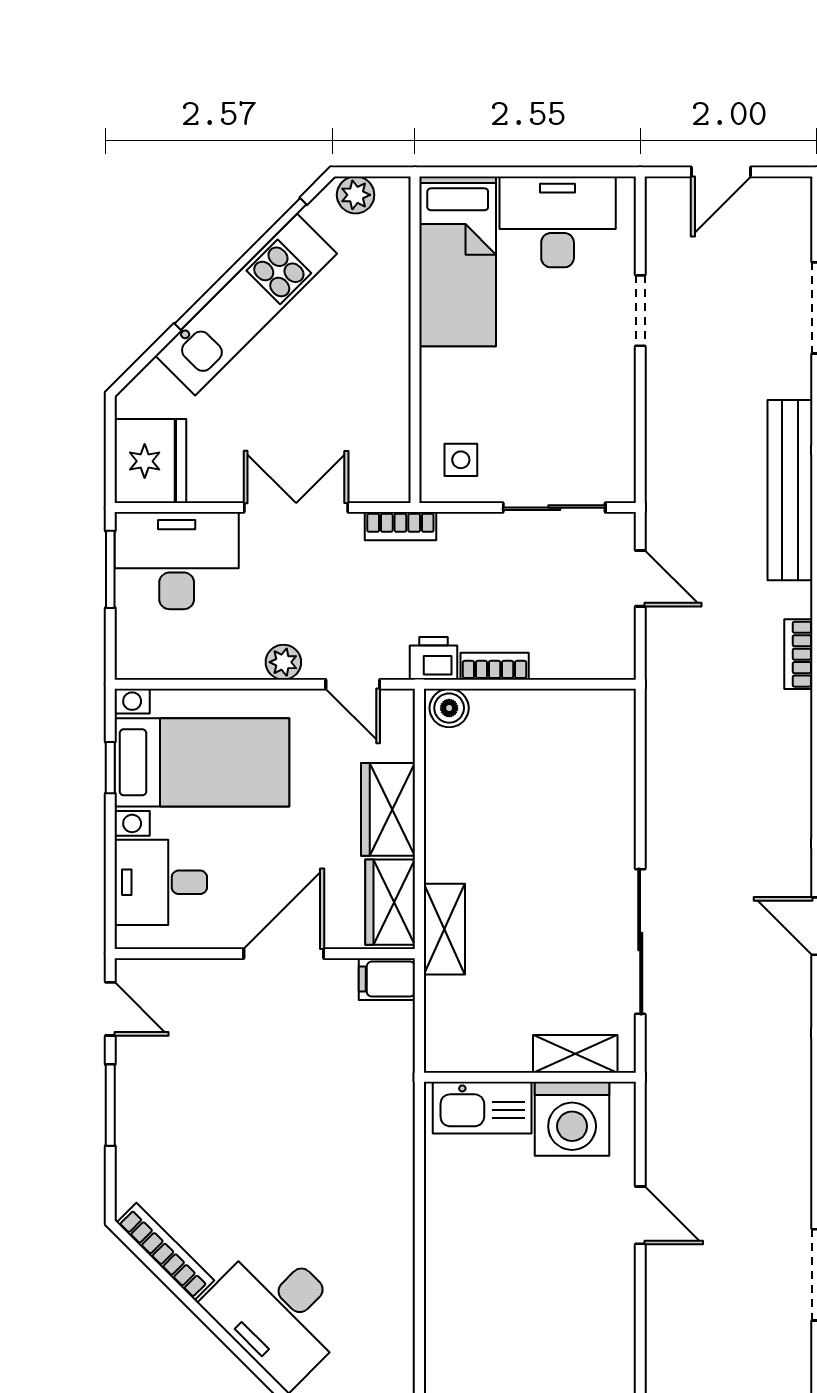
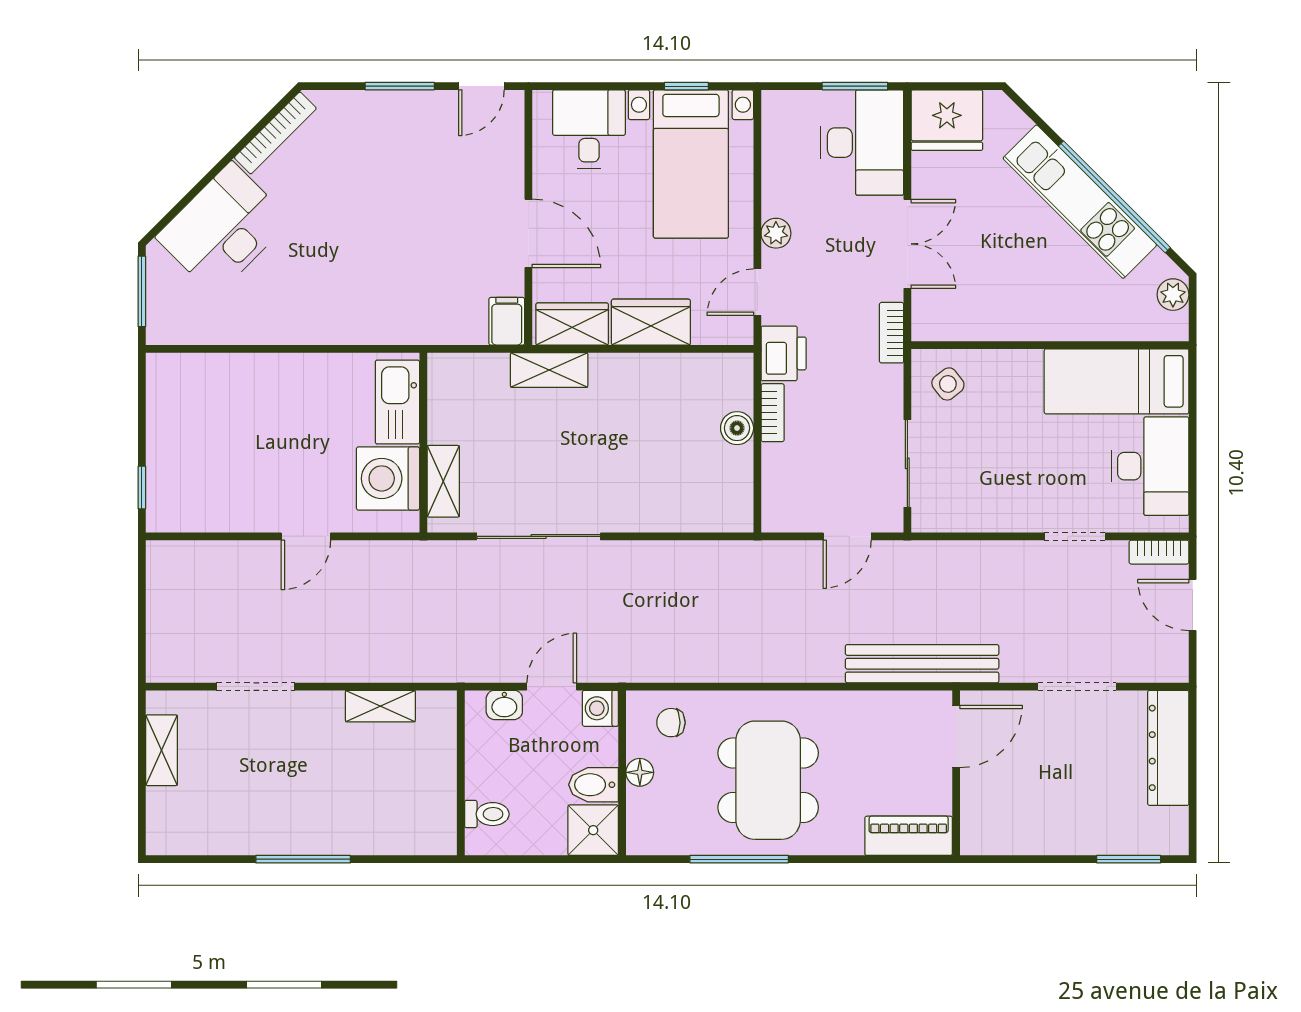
side table: (461, 460) -> (948, 384), turned -38
bookcase: (798, 654) -> (1159, 552), moved, turned 180
printer: (433, 658) -> (784, 353), width x1.36, depth x1.24
boiler: (449, 708) -> (737, 428), moved

